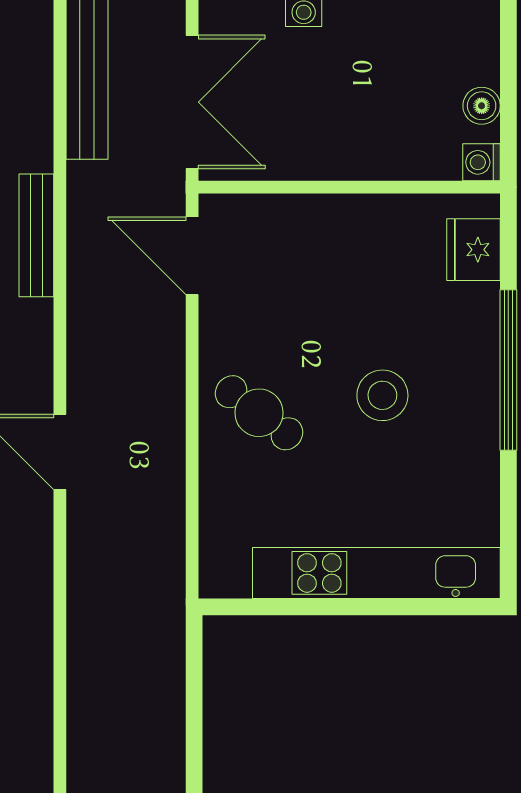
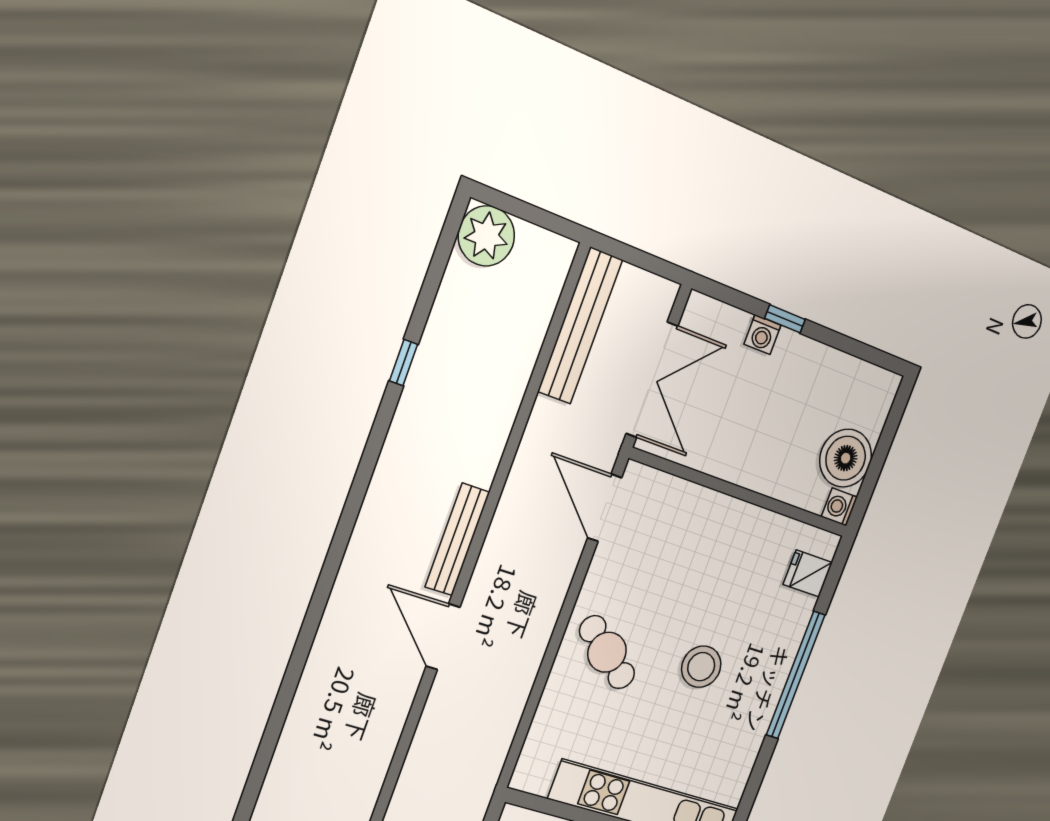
boiler: (482, 106) -> (846, 458), width x1.86, depth x1.86
bench: (36, 235) -> (457, 540), moved
fridge: (474, 250) -> (808, 574), width x0.72

